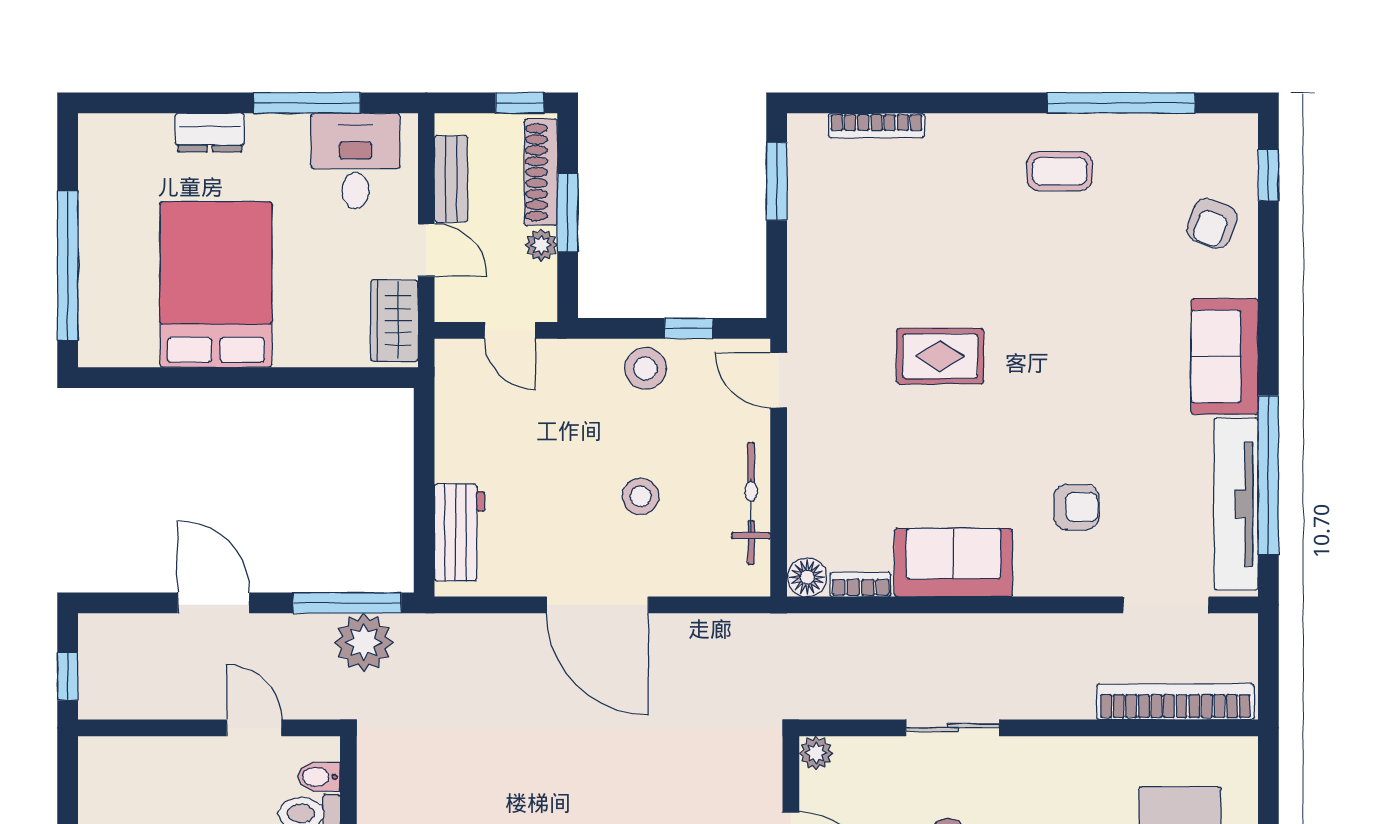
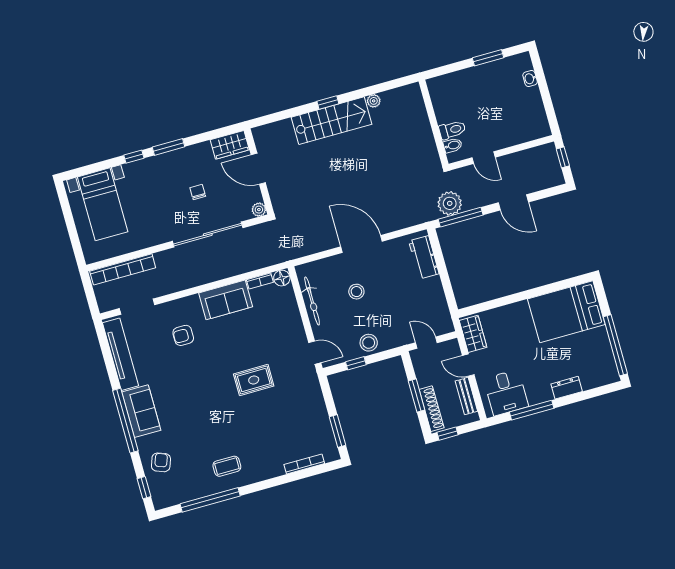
plant: (541, 245) -> (423, 380), removed
window: (68, 265) -> (615, 345), moved
bed: (216, 284) -> (566, 312), moved, turned 90
window: (1268, 475) -> (125, 421), moved
sliding door: (953, 728) -> (208, 235), width x1.86

